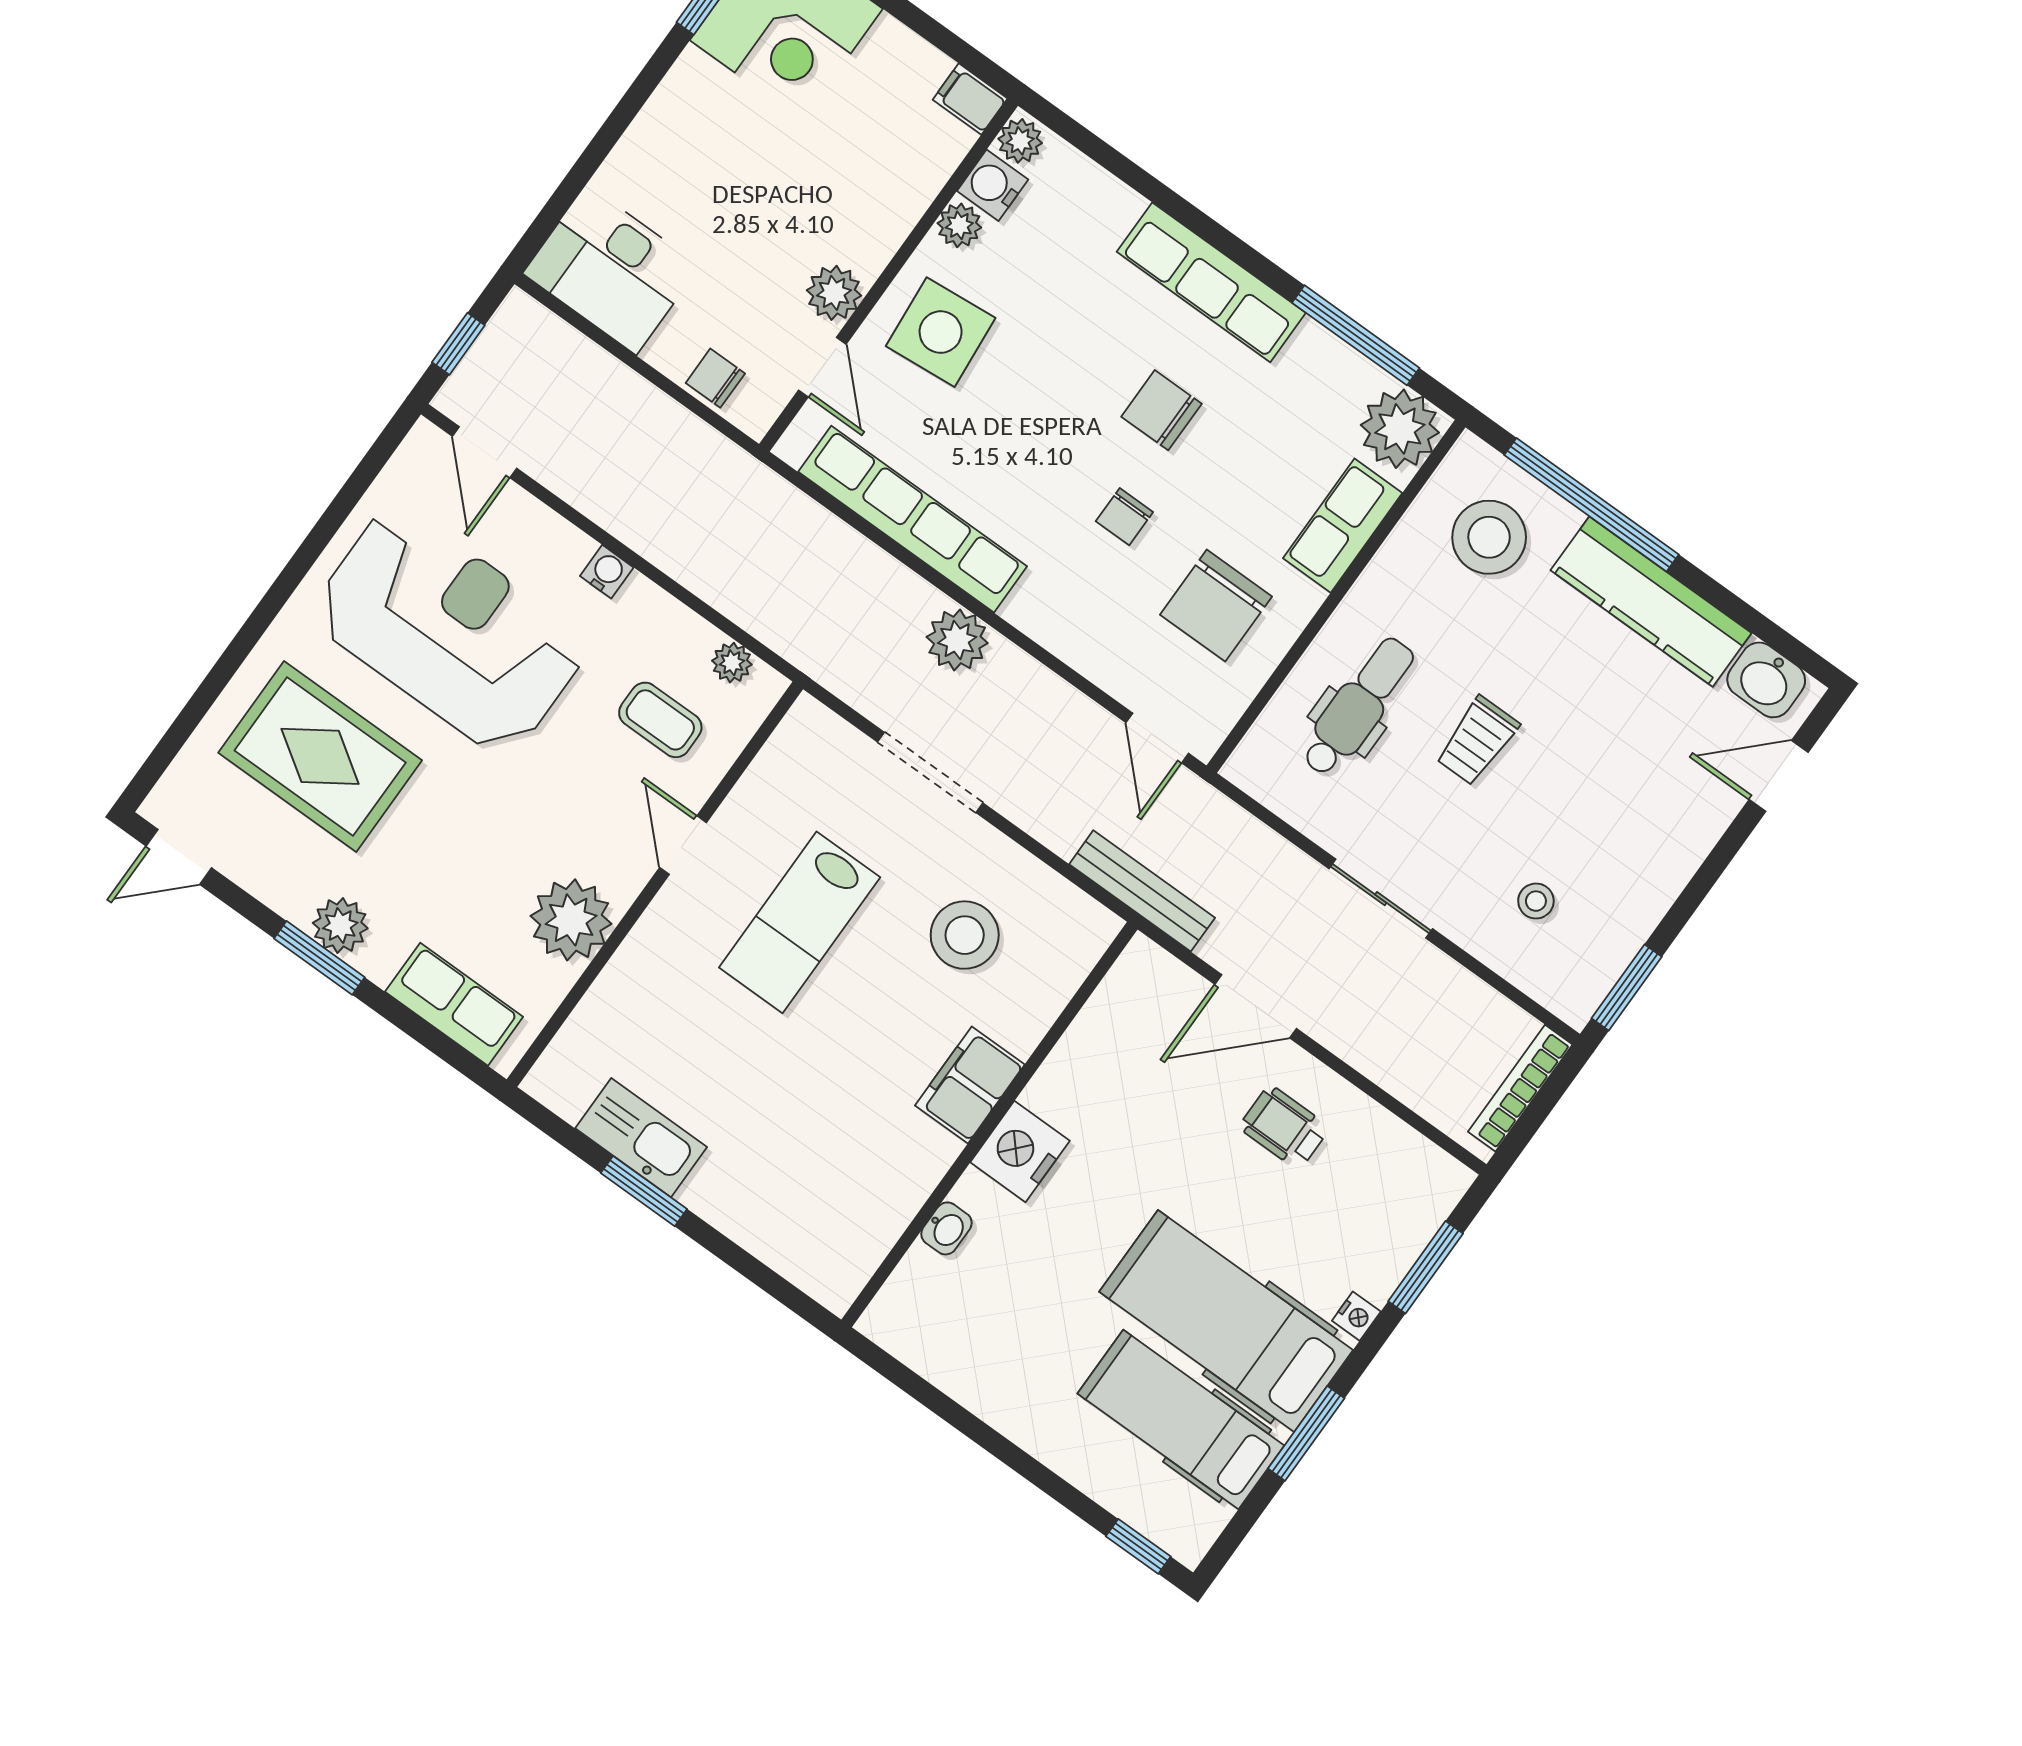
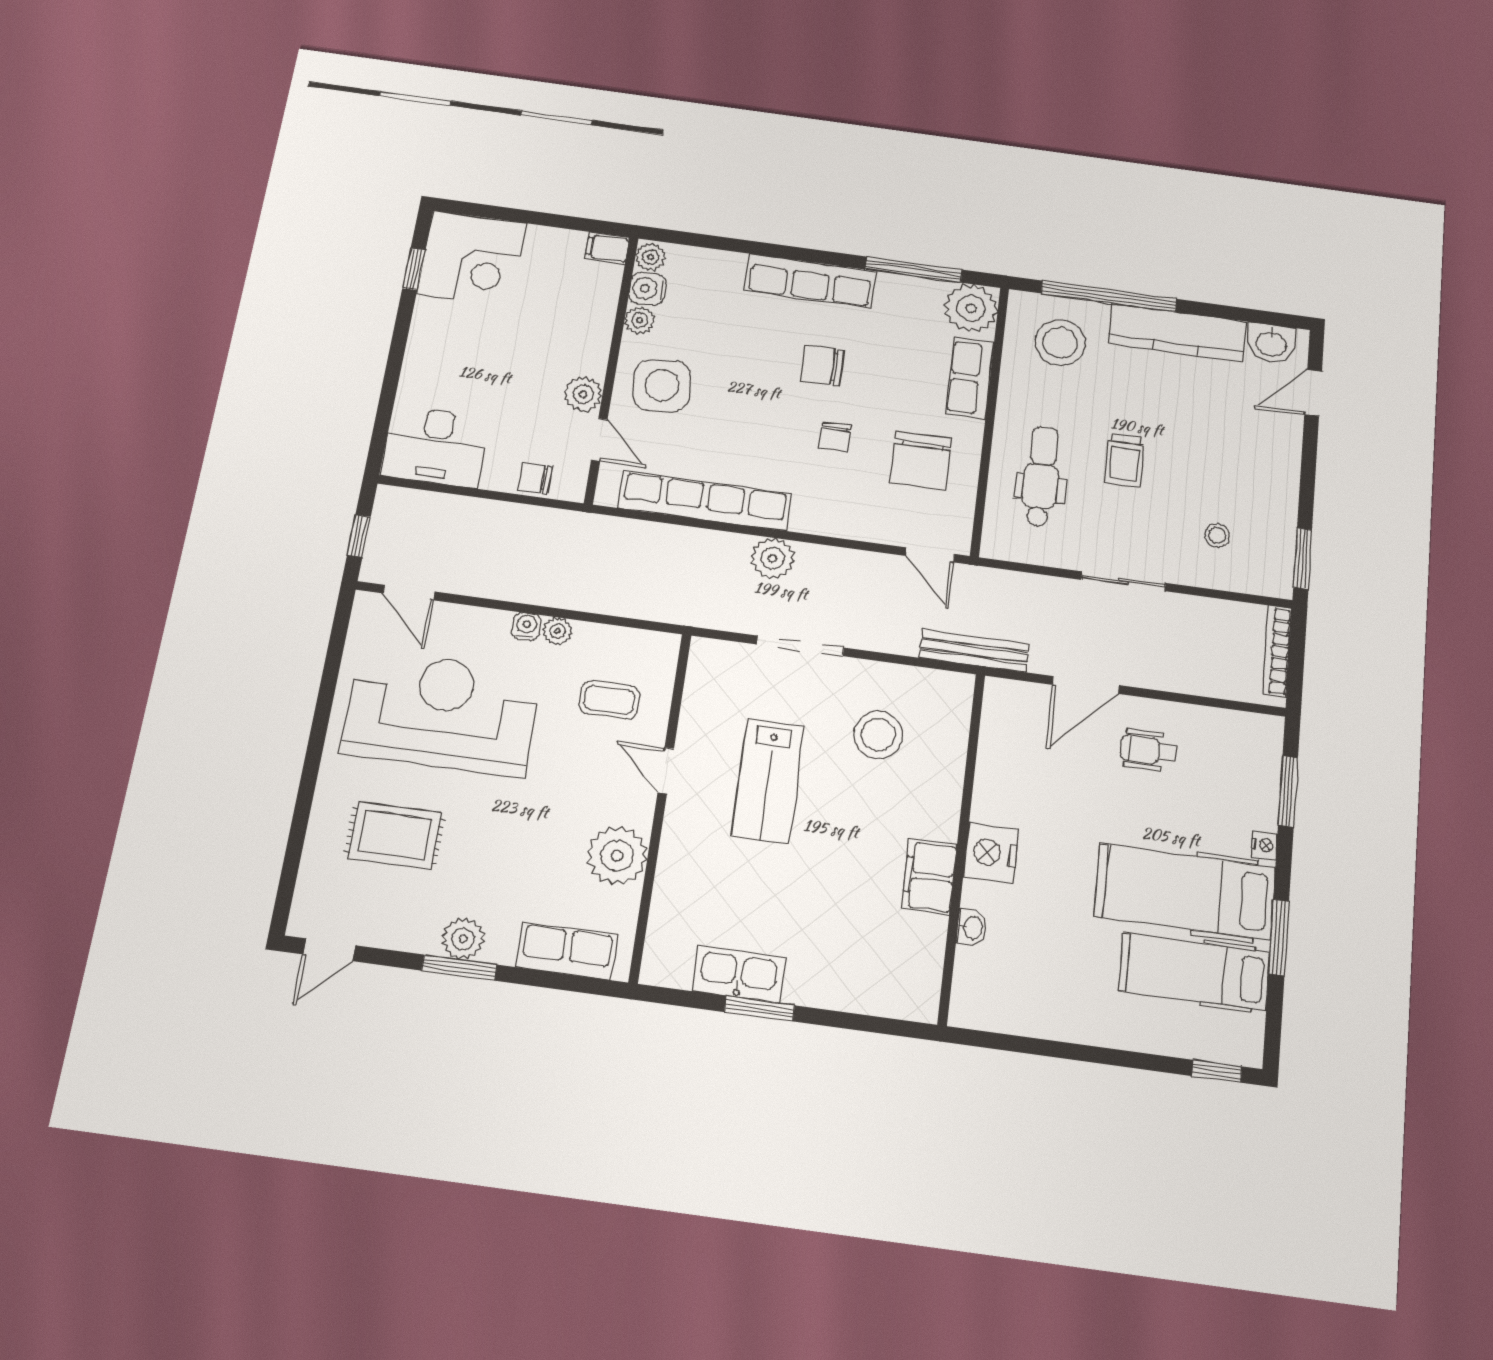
plant: (732, 663) -> (558, 631), moved
rug: (320, 756) -> (395, 835), width x0.73, depth x0.70
filing cabinet: (970, 1085) -> (929, 877), moved

